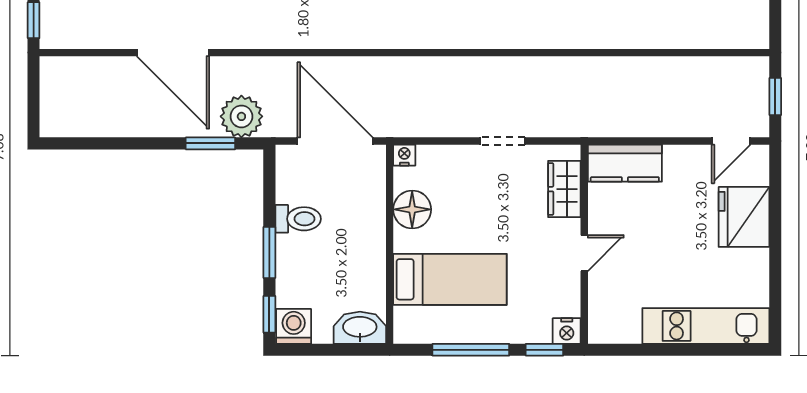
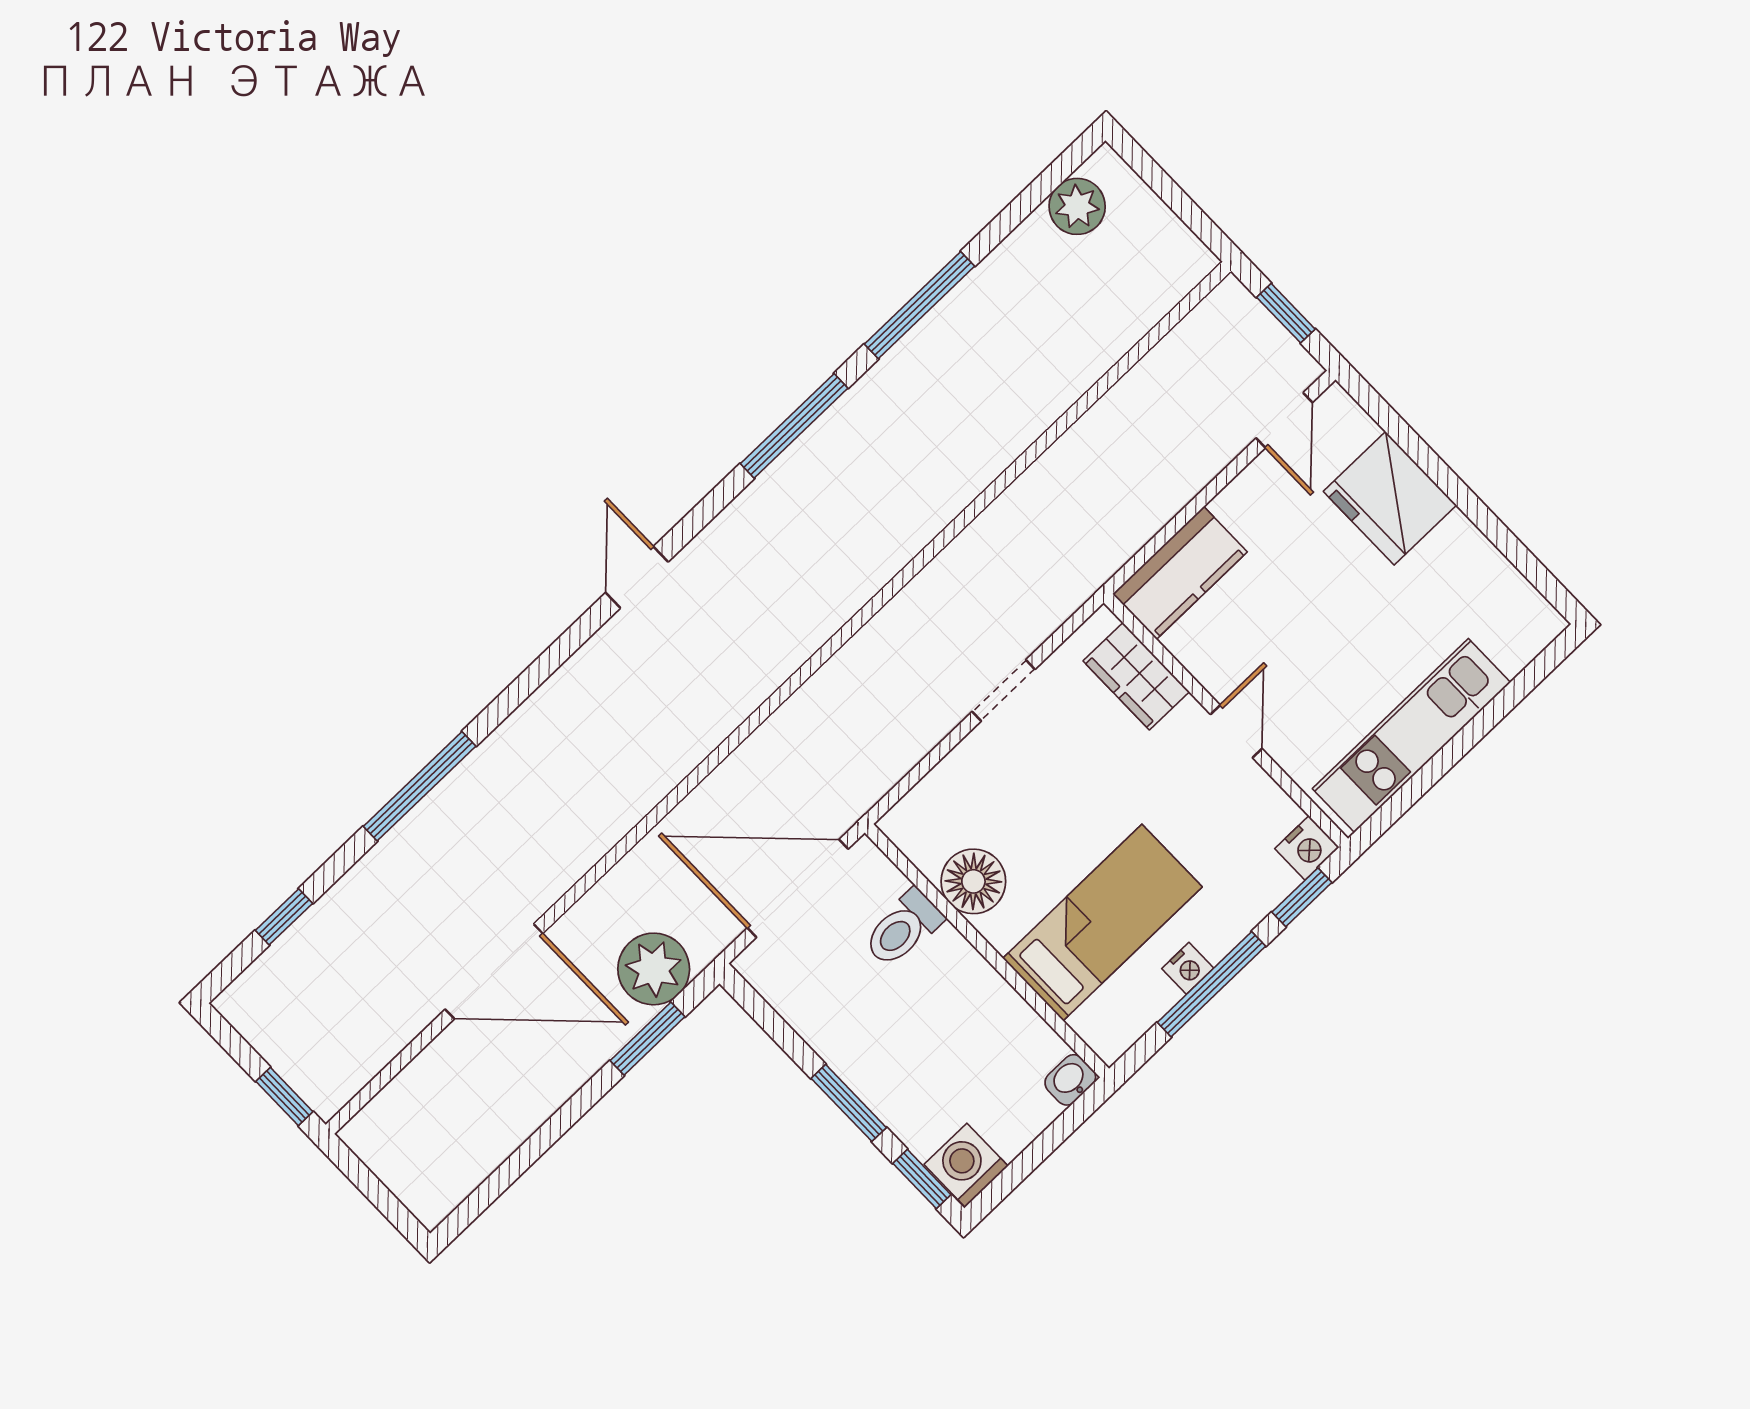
nightstand: (404, 155) -> (1188, 968), moved, turned 180
toilet: (298, 219) -> (903, 928), moved, turned 180
kitchen unit: (706, 326) -> (1411, 735), moved
washbasin: (360, 328) -> (1070, 1080), width x0.52, depth x0.69

